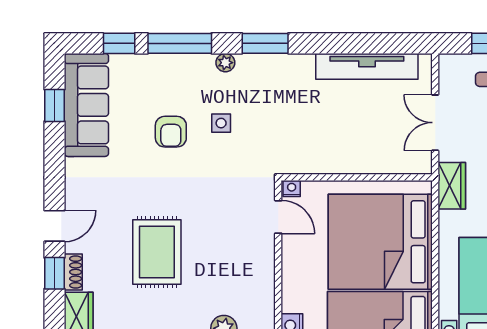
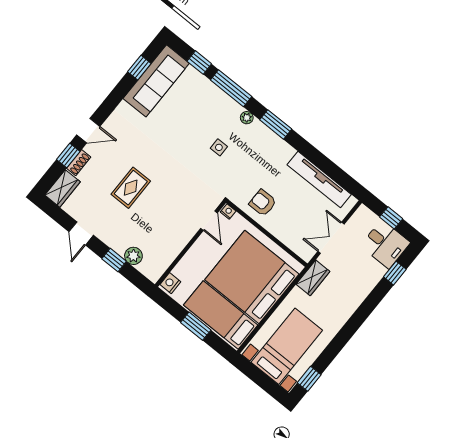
armchair: (171, 132) -> (263, 203), moved, turned 90
rug: (157, 252) -> (131, 188), width x0.73, depth x0.70

